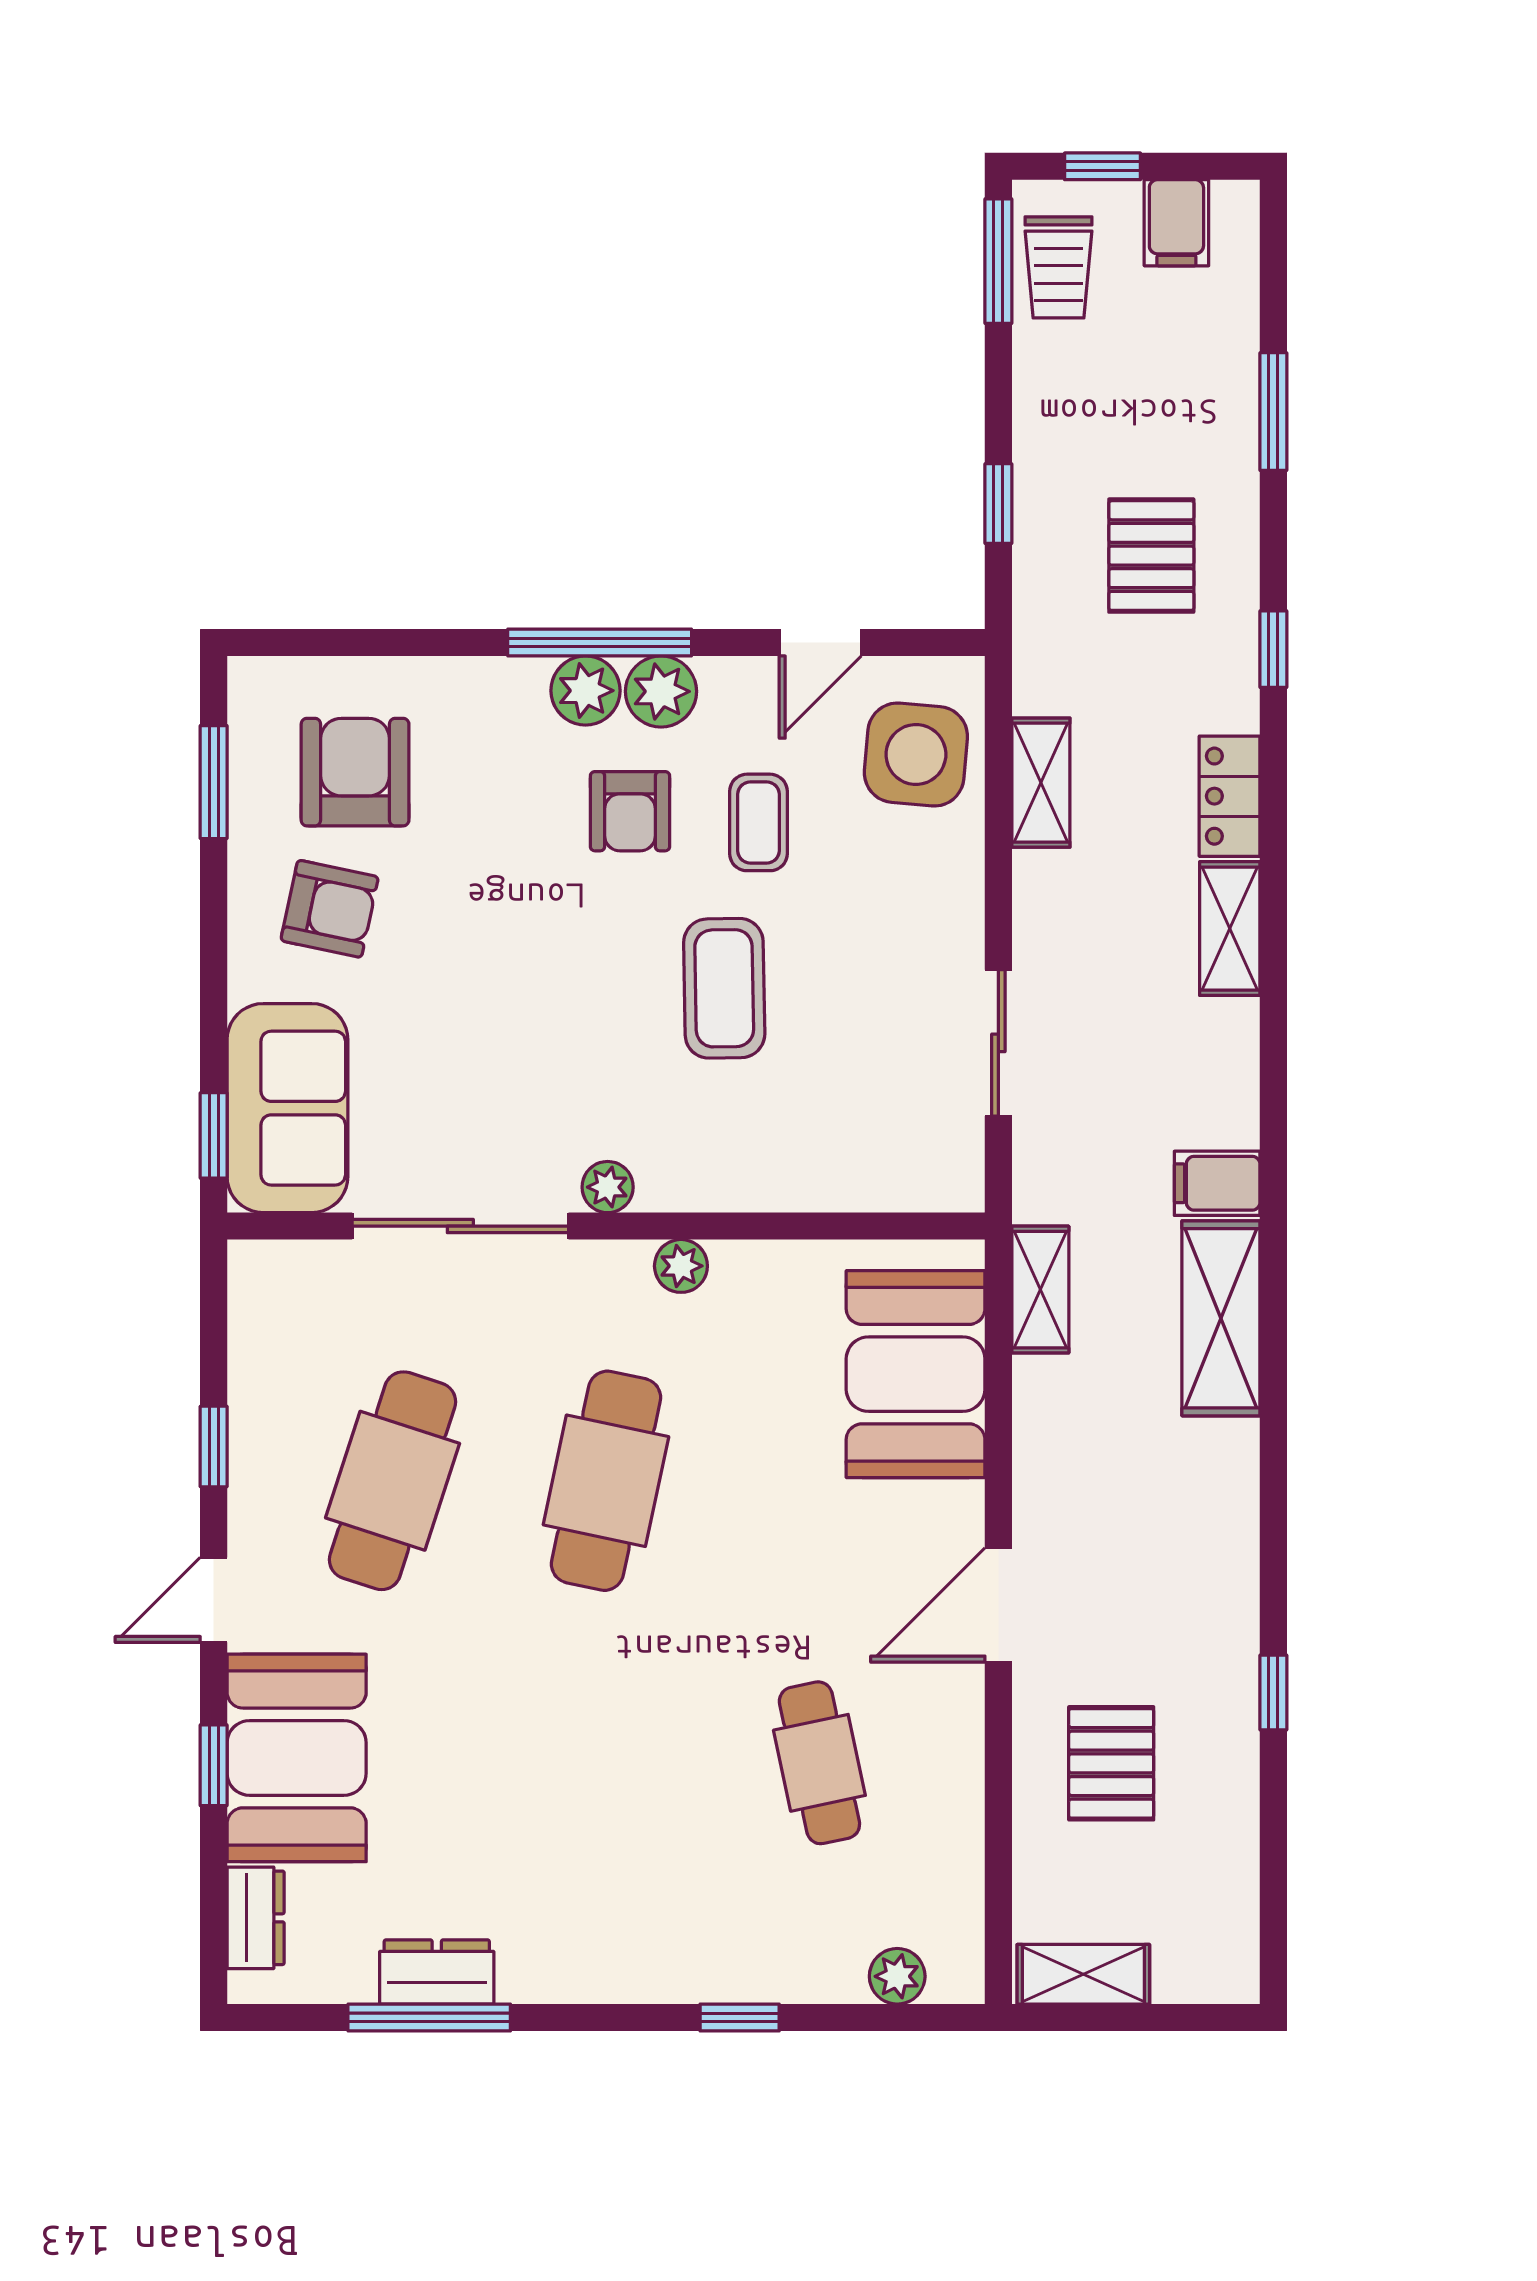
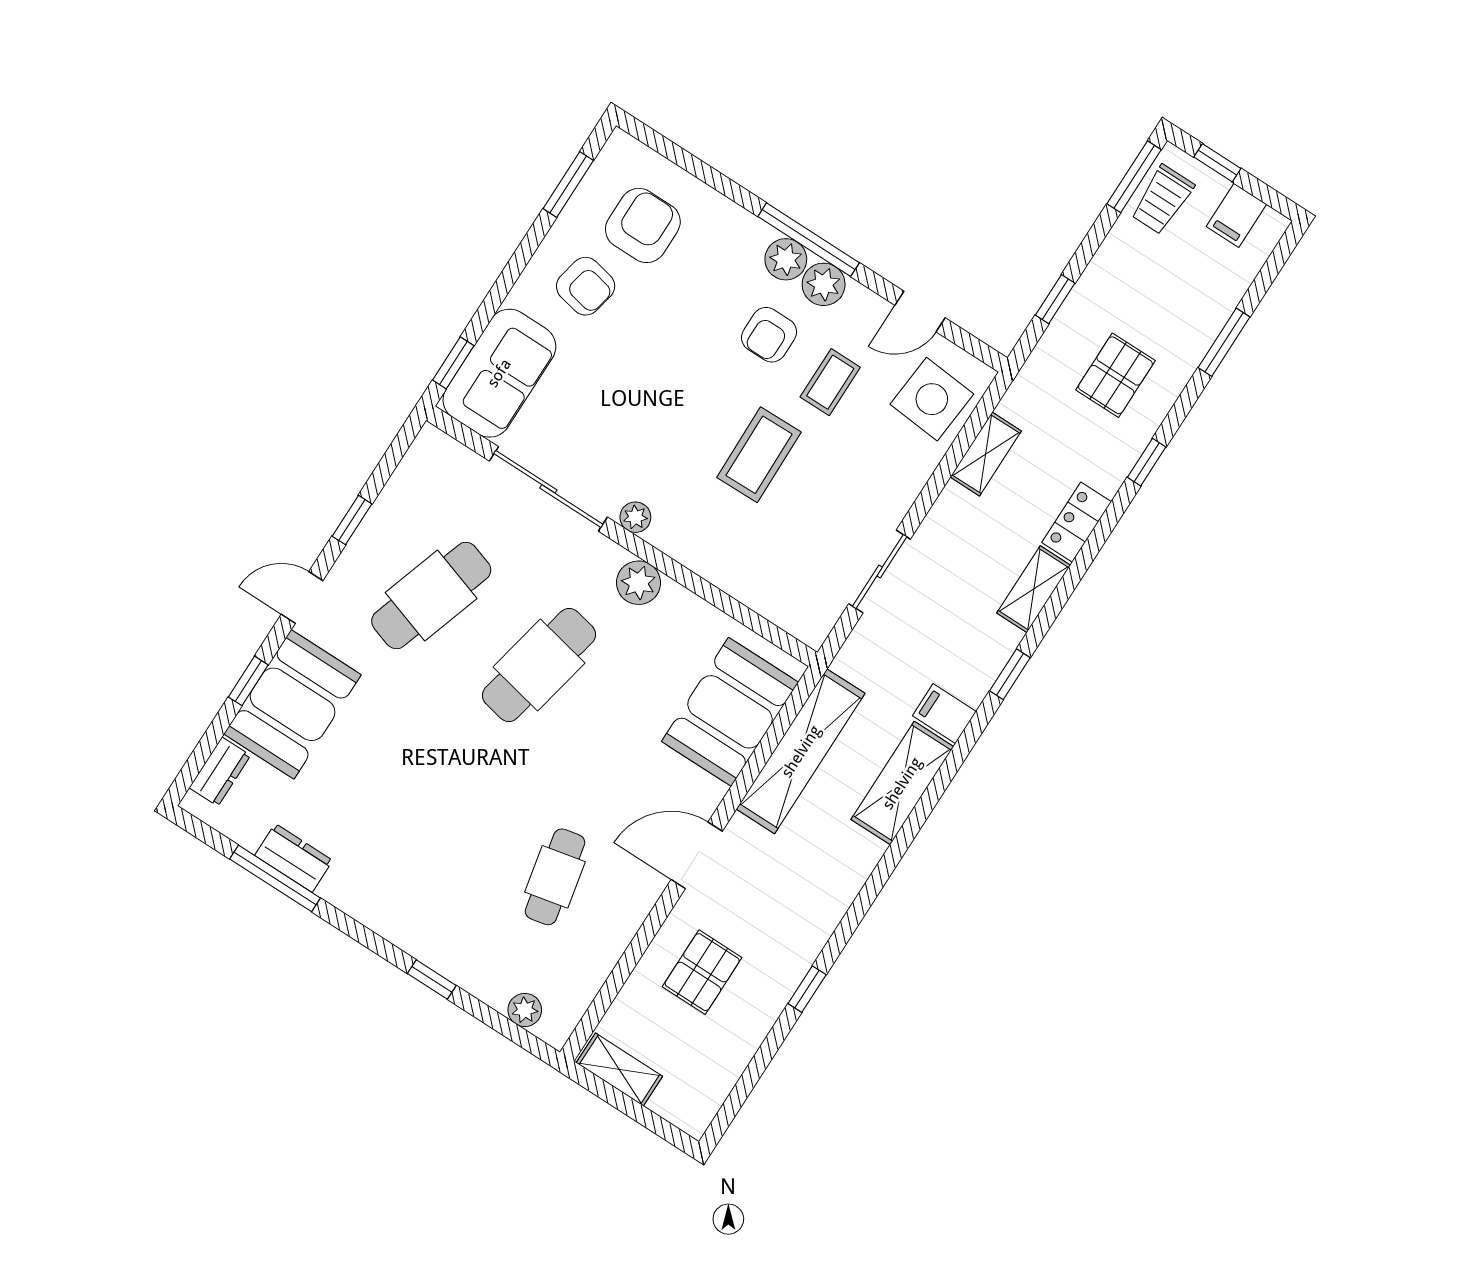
window: (1273, 1069) -> (1010, 674), added
plant: (681, 1266) -> (638, 583), width x1.38, depth x1.38
shelving: (1040, 1290) -> (801, 751), width x2.20, depth x1.33

